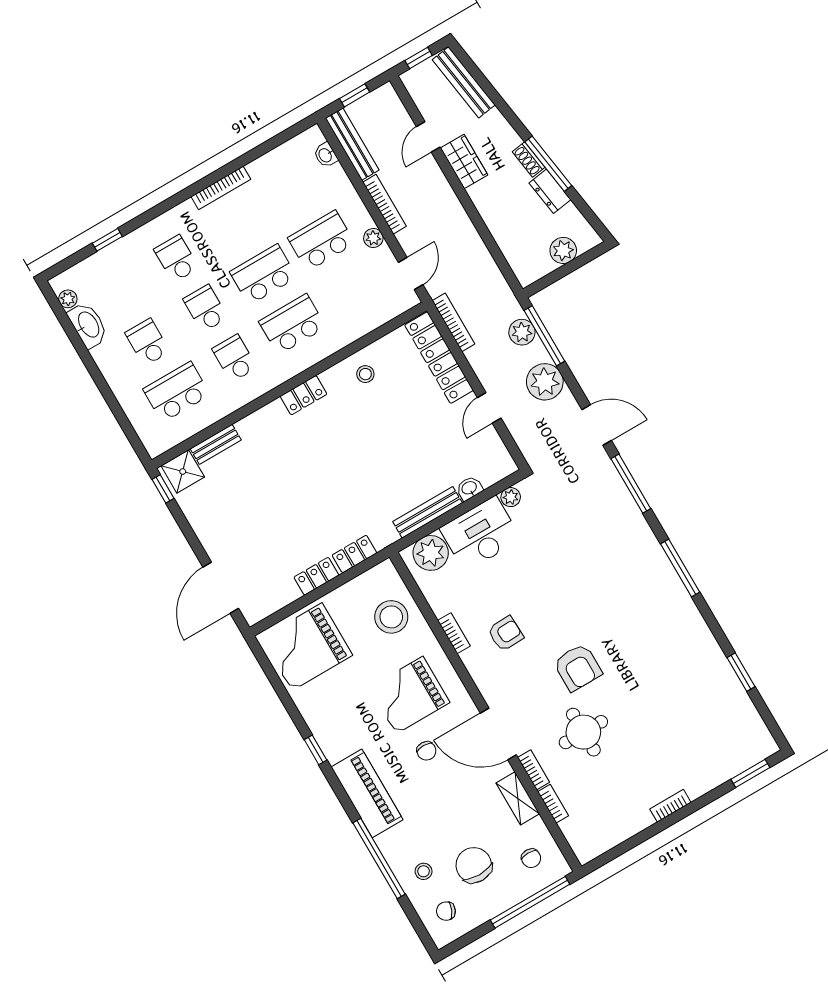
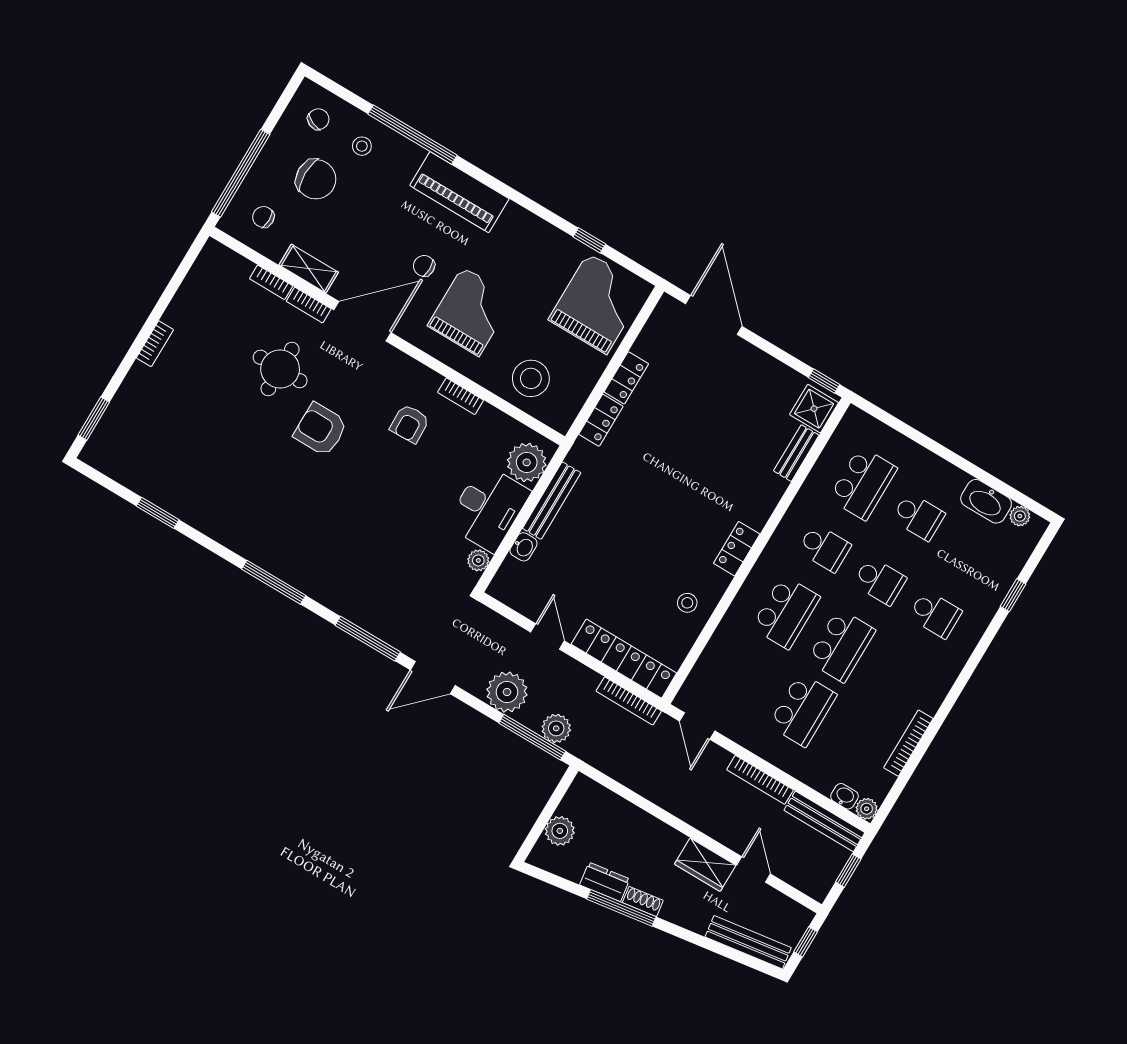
bookcase: (221, 188) -> (908, 743), moved
plant: (373, 238) -> (867, 809), moved
window: (316, 750) -> (589, 240), moved

